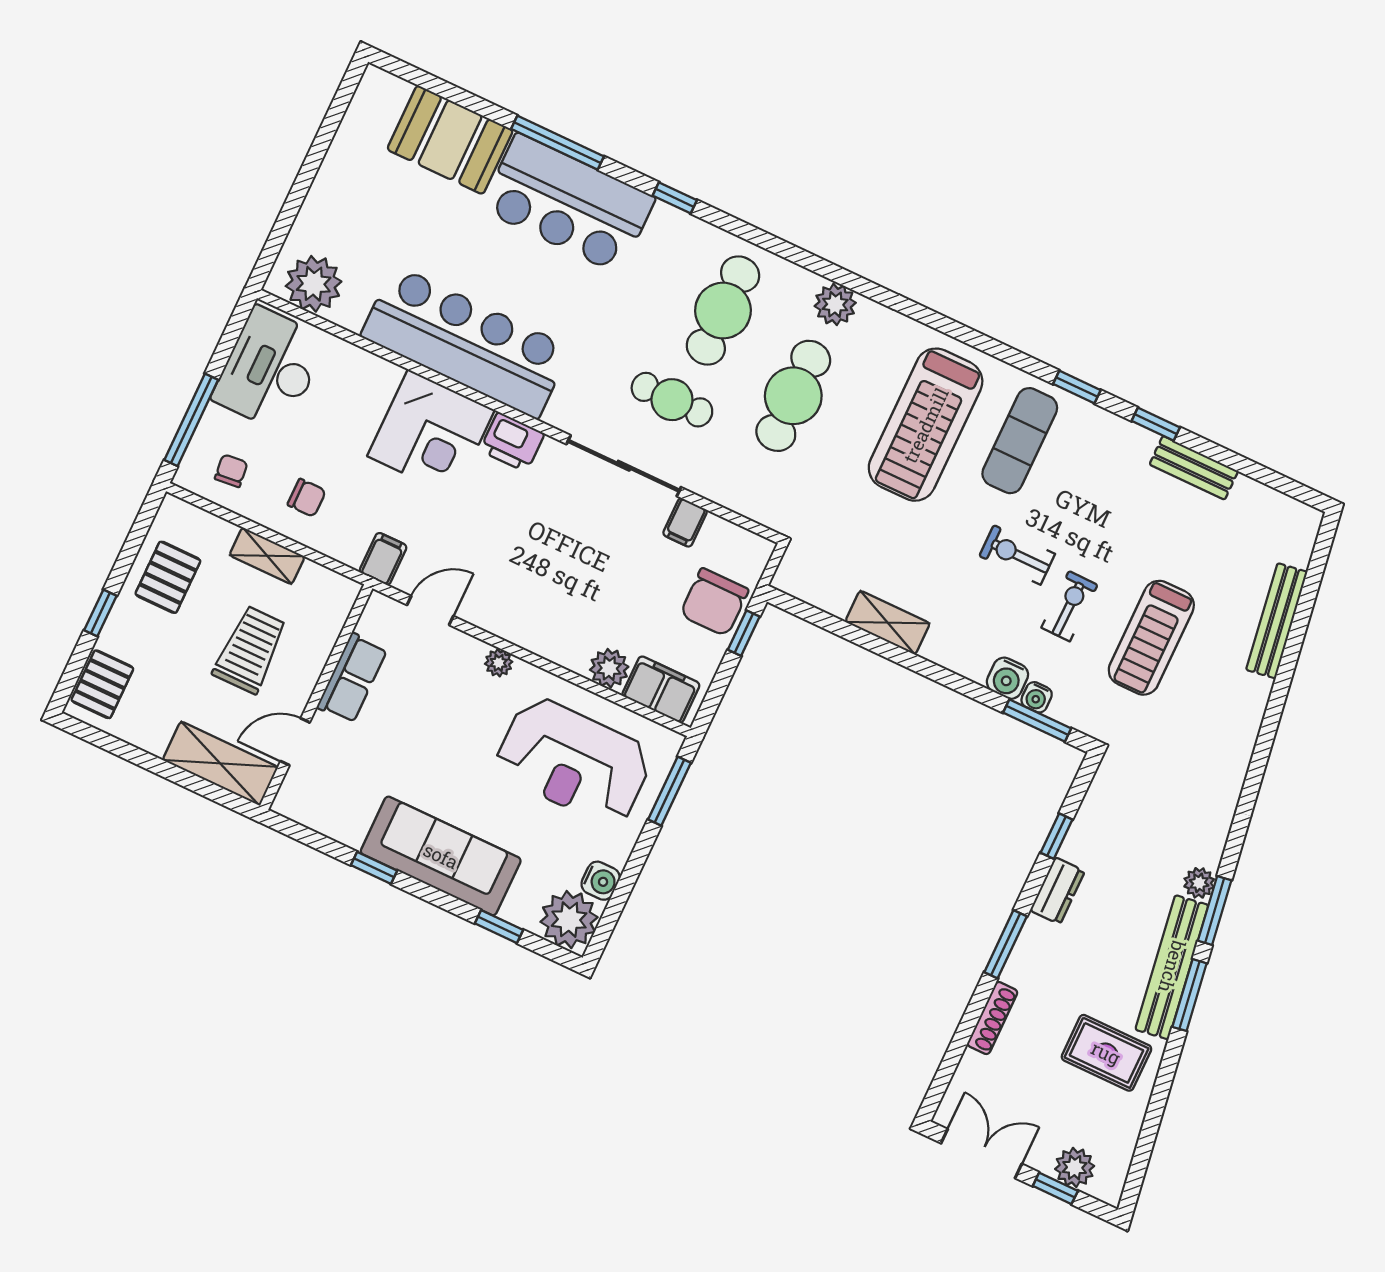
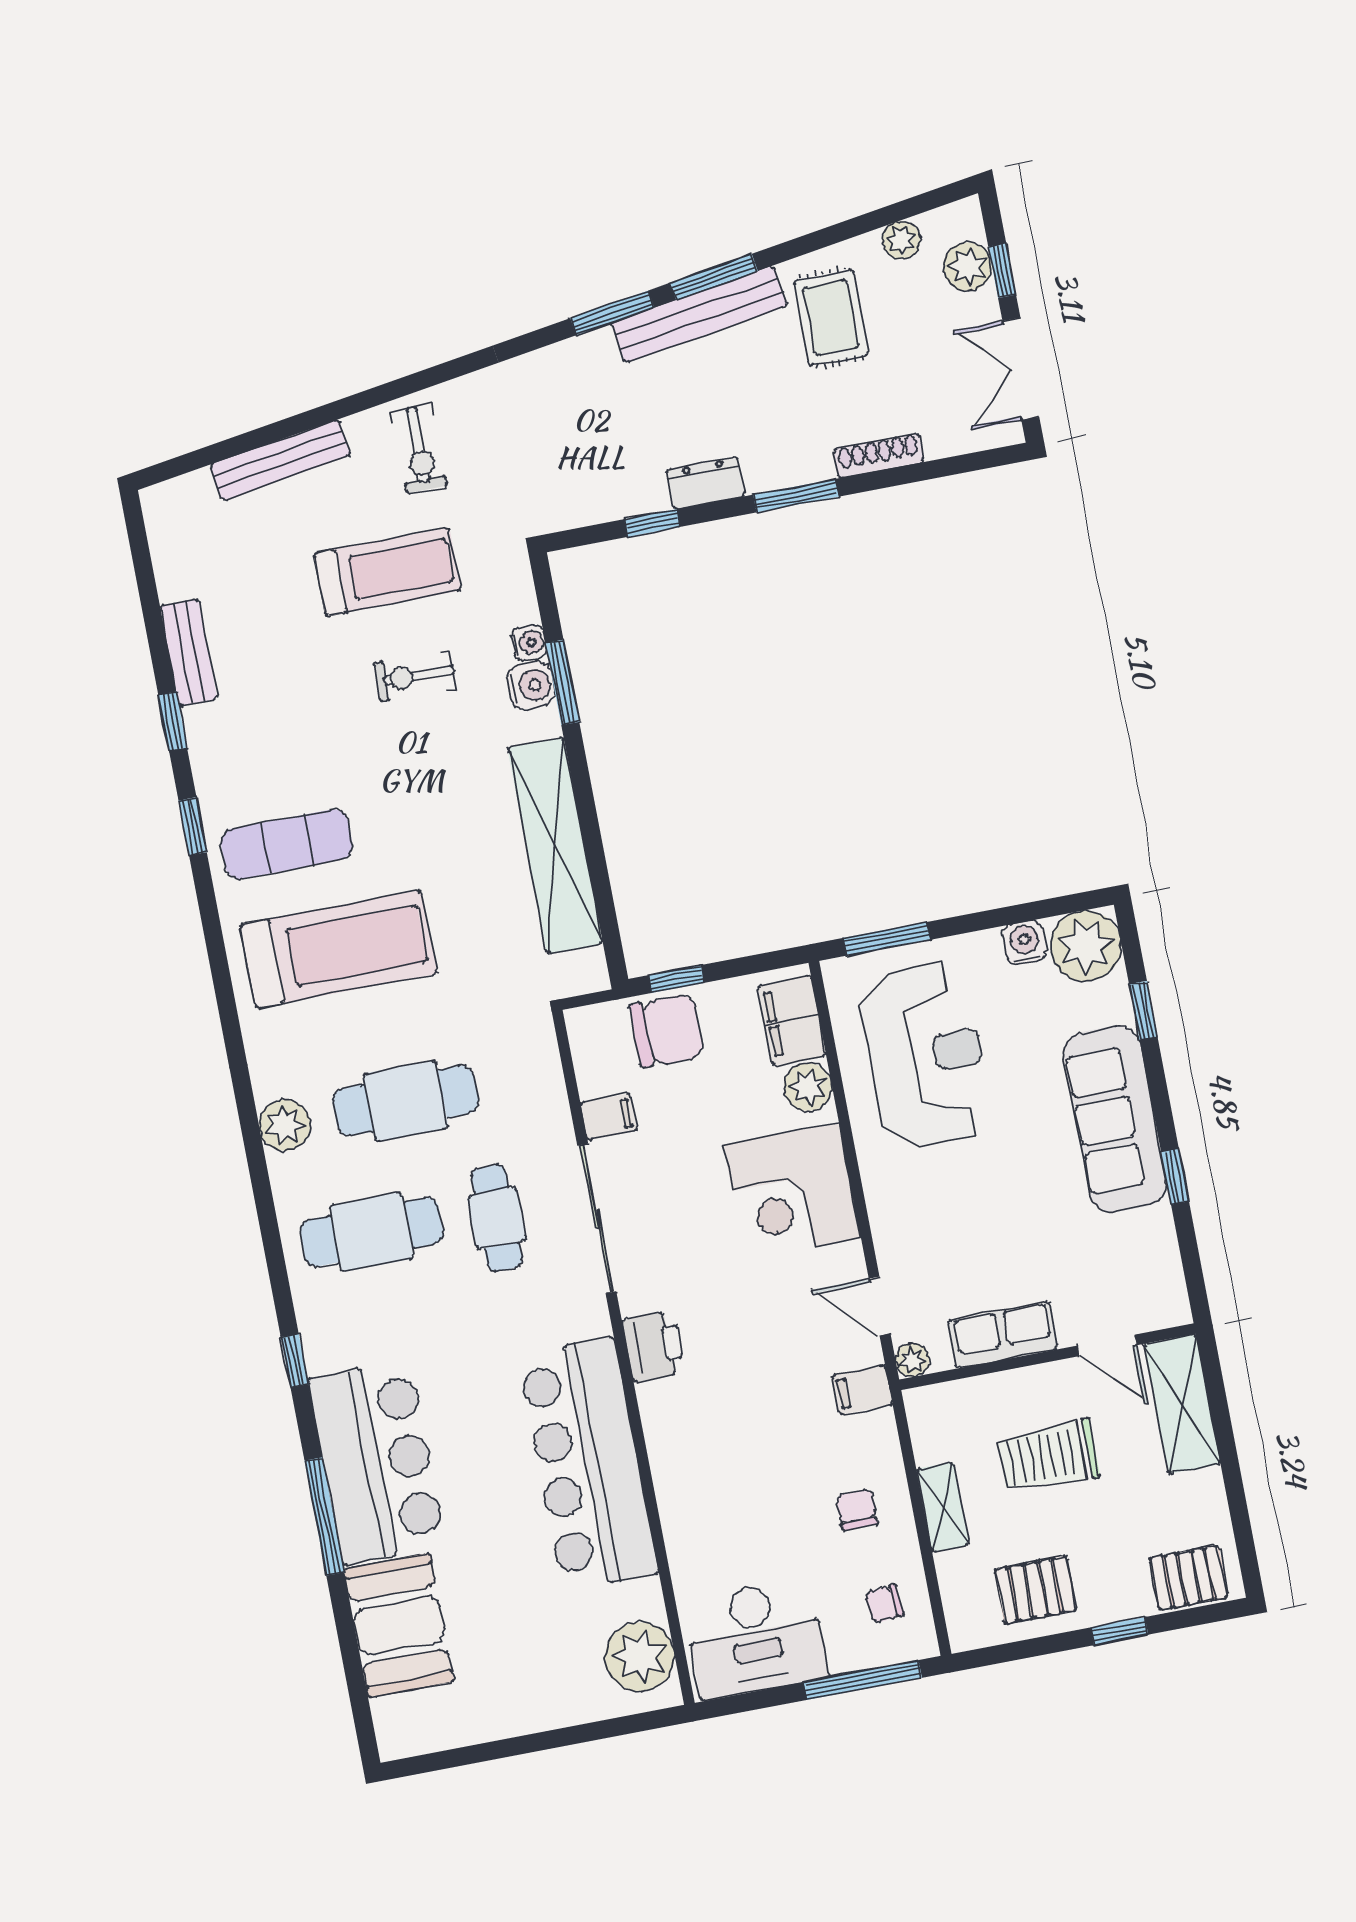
corner desk: (431, 433) -> (792, 1192), moved, turned 180
exercise bike: (1017, 555) -> (419, 449), moved
shelving: (888, 623) -> (555, 845), width x2.20, depth x1.33
plant: (499, 663) -> (912, 1360), moved
window: (1037, 720) -> (562, 682), moved
plant: (1199, 883) -> (901, 240), moved

